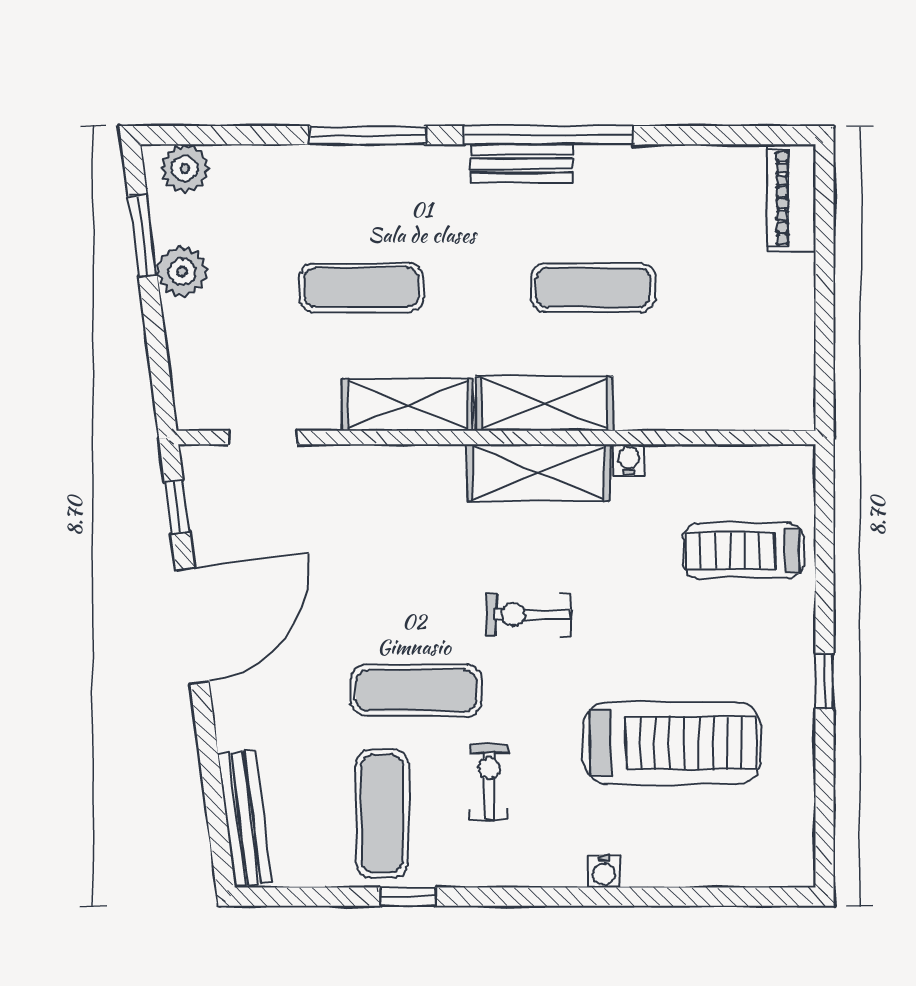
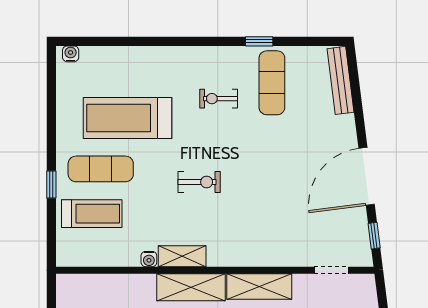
shelving: (538, 473) -> (182, 256), width x0.67, depth x0.75
window: (824, 681) -> (51, 185), moved
exercise mat: (416, 690) -> (101, 169), moved
exercise bike: (489, 782) -> (219, 99), turned 90
water cooler: (604, 872) -> (71, 54), moved

